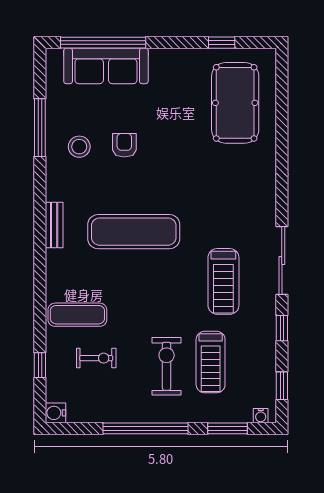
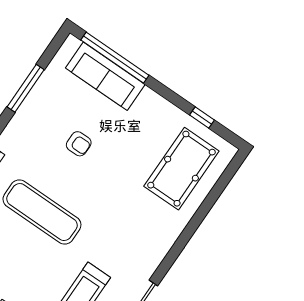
armchair: (124, 145) -> (79, 144), turned 90
stool: (79, 147) -> (45, 122), removed

